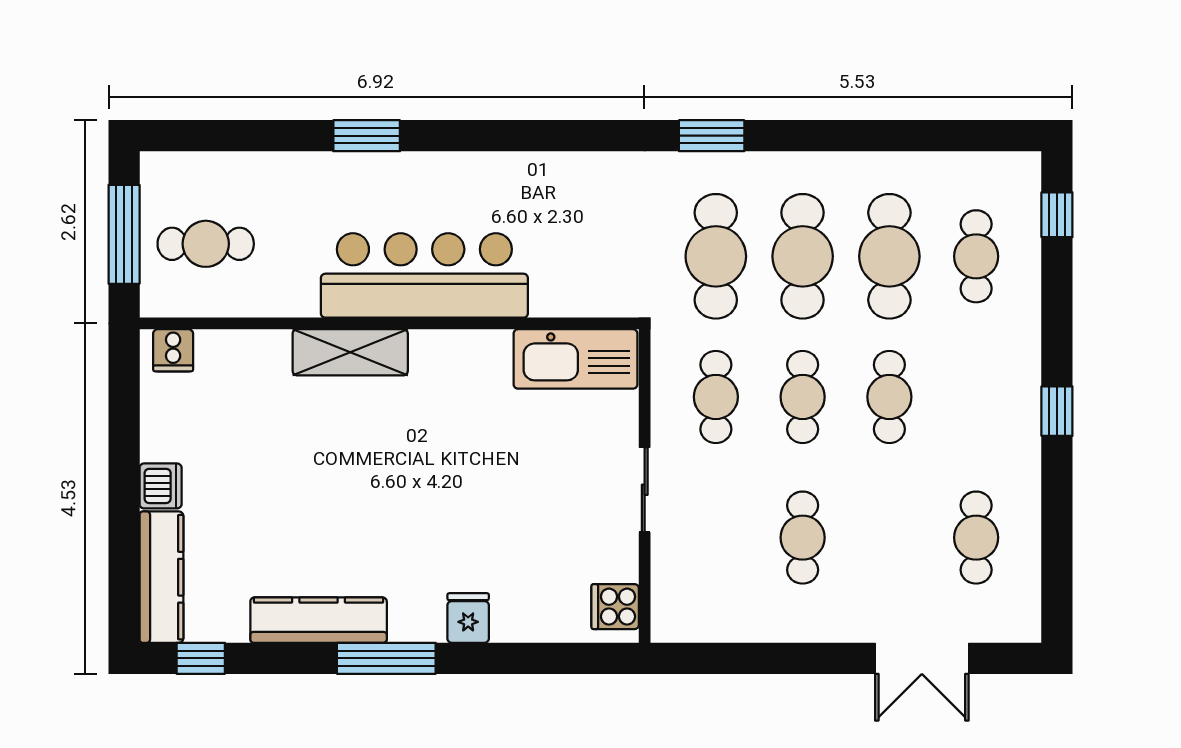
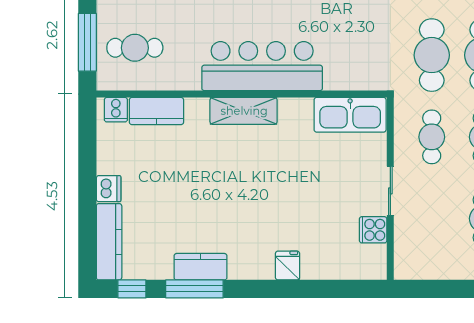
shelving: (350, 352) -> (244, 111), moved
kitchen counter: (243, 353) -> (156, 111), added
cooker: (615, 607) -> (373, 230), moved
kitchen counter: (319, 620) -> (200, 267), width x0.67
window: (386, 658) -> (194, 289), moved

